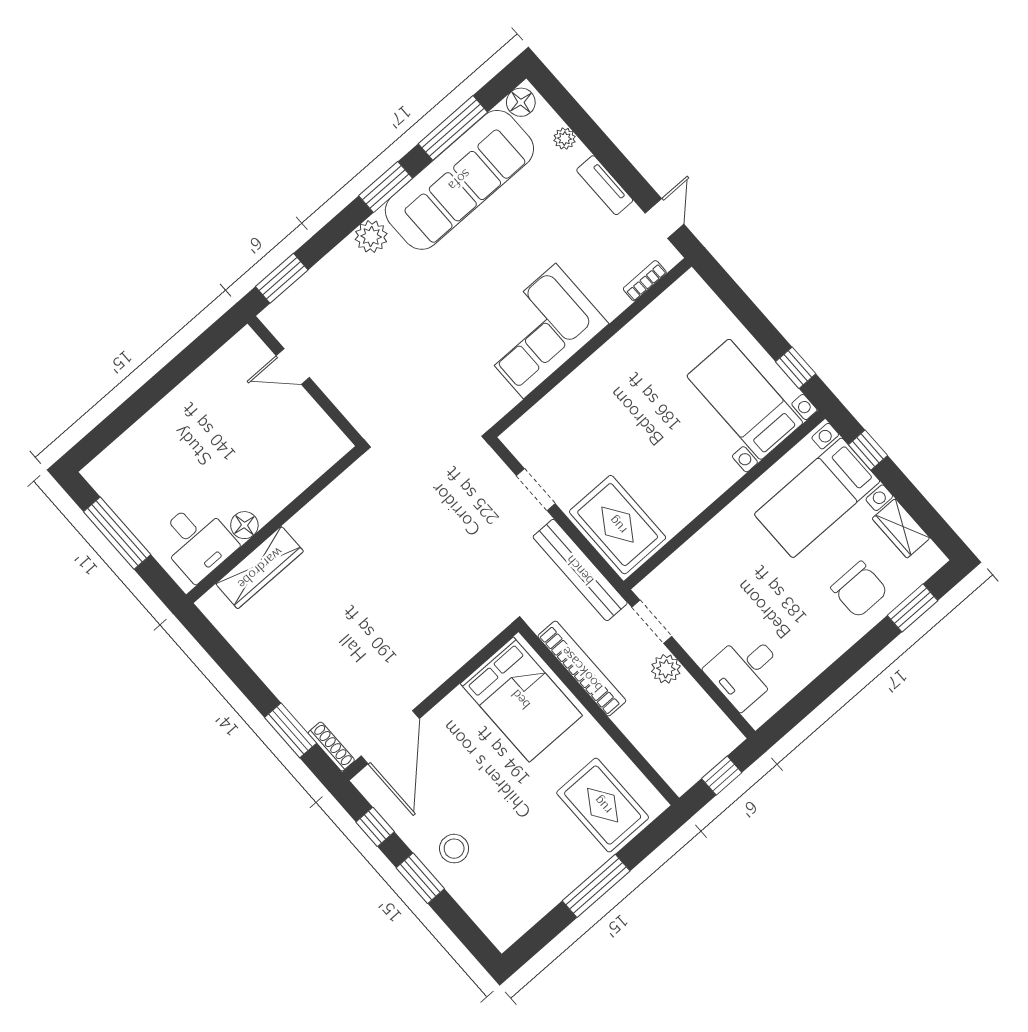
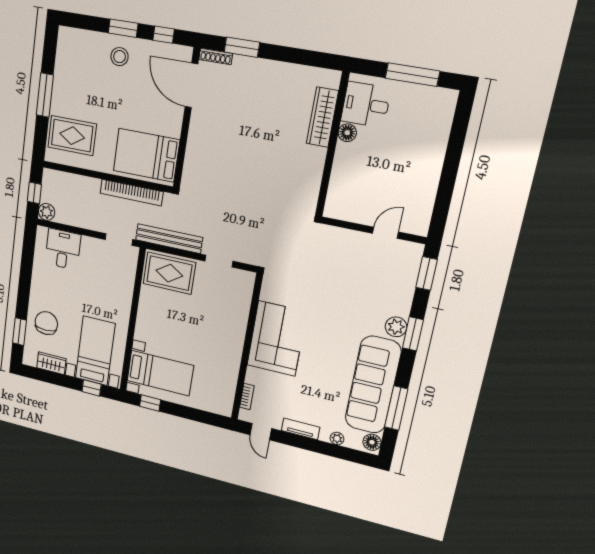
window: (386, 187) -> (413, 334), moved
chair: (859, 589) -> (46, 323), turned 90
plant: (666, 669) -> (47, 212), moved

